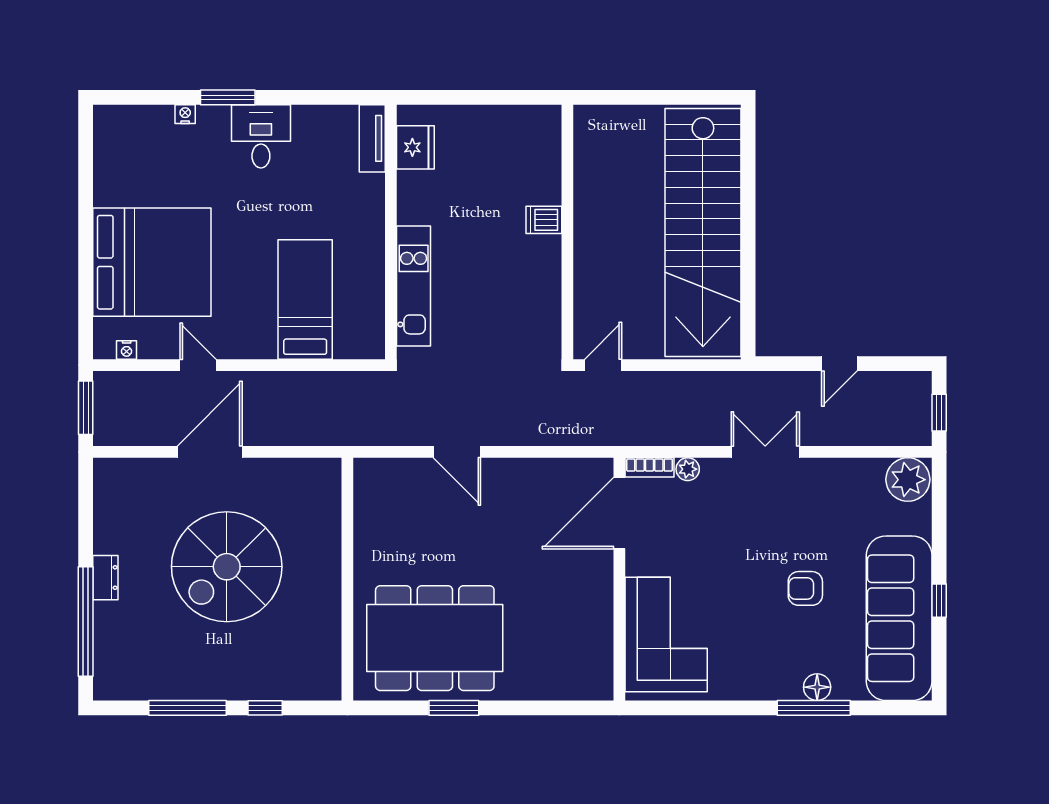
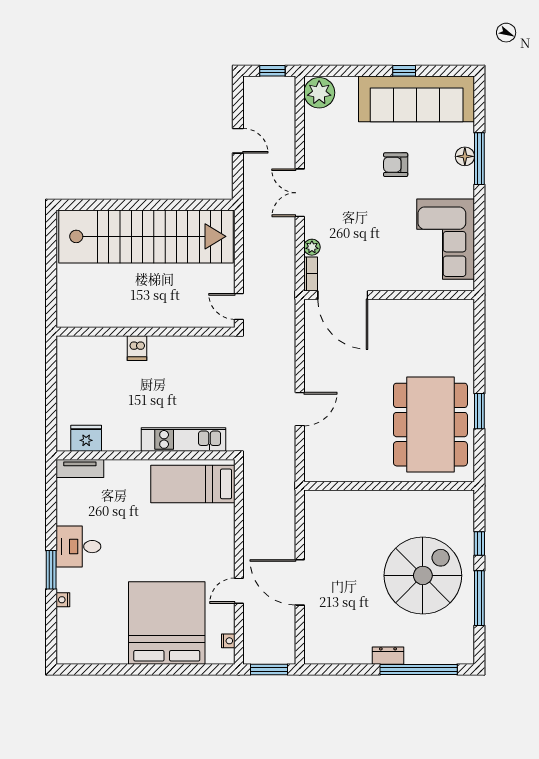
bed: (305, 299) -> (193, 484), moved
spiral stairs: (227, 567) -> (423, 575), moved, turned -90
armchair: (805, 588) -> (396, 165), turned 90
corner sofa: (666, 635) -> (446, 239), moved, turned -90

